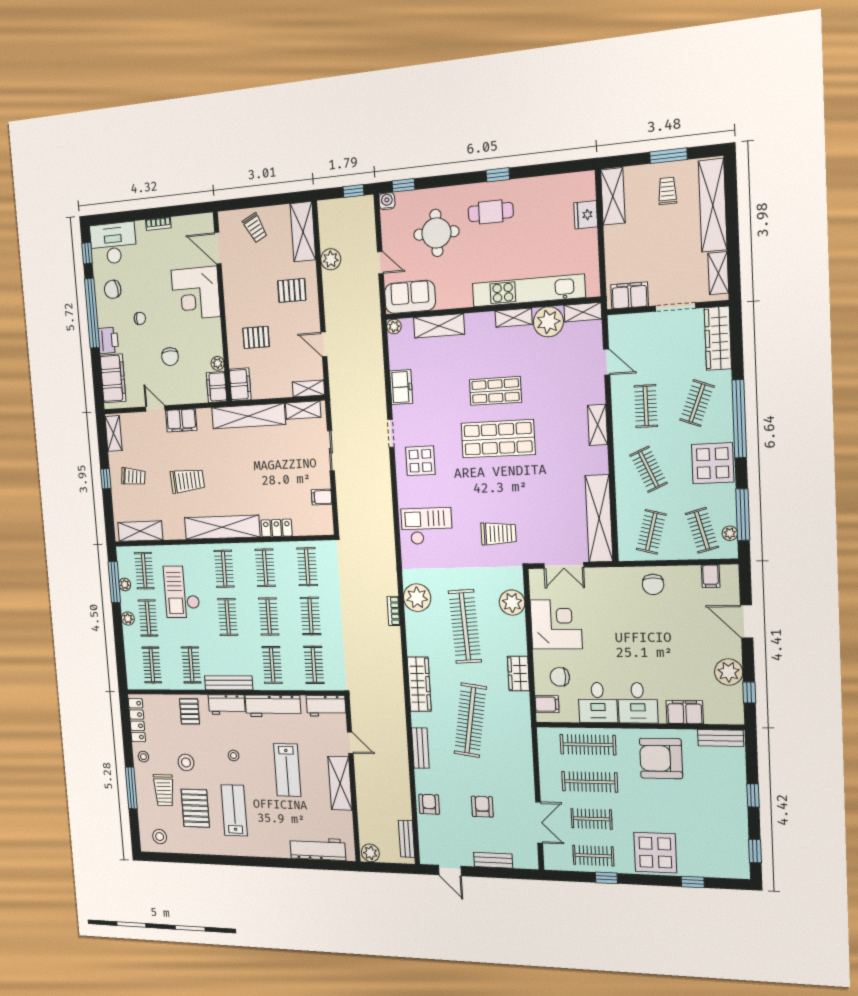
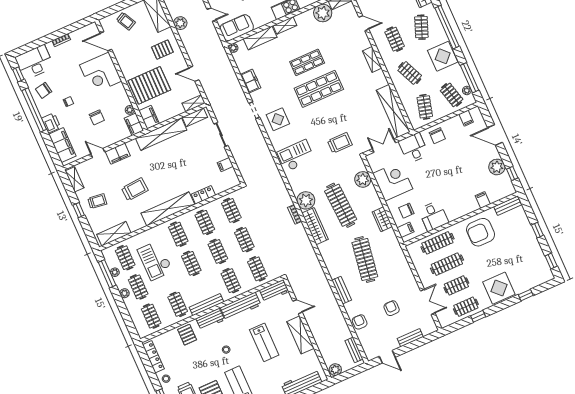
shelving: (514, 318) -> (285, 25), moved
pallet: (256, 337) -> (149, 85), width x2.05, depth x2.00
double door: (564, 565) -> (384, 146), swing flipped
wardrobe: (419, 684) -> (315, 226), moved
desk: (638, 703) -> (414, 148), moved, turned 180
filing cabinet: (685, 712) -> (483, 200), width x0.50
stool: (186, 762) -> (196, 369), removed

